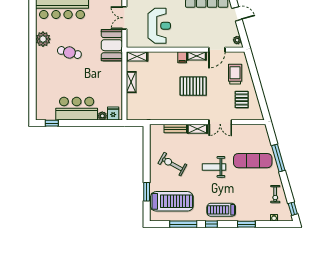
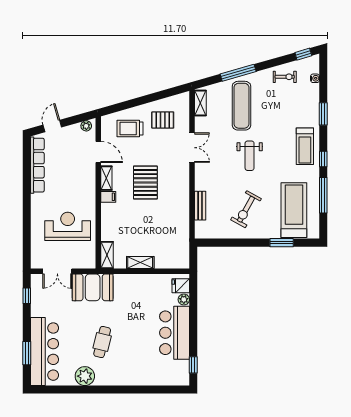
shelving: (197, 129) -> (200, 103), moved

